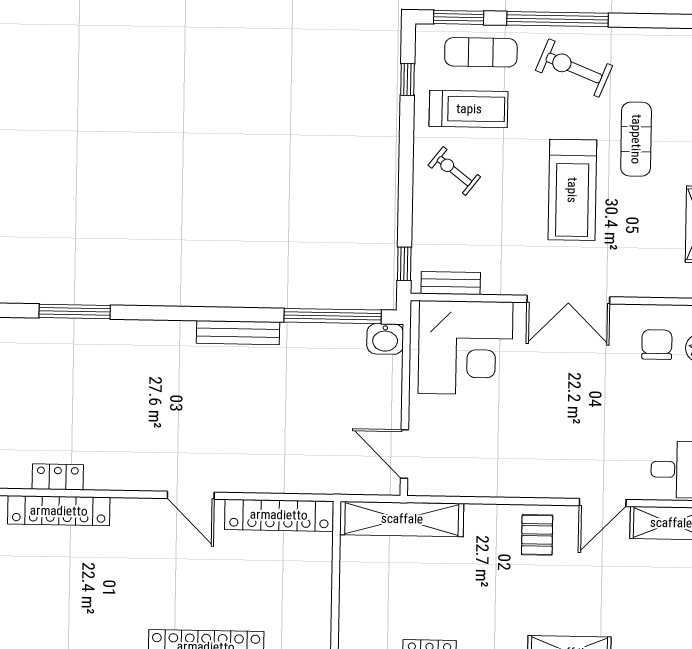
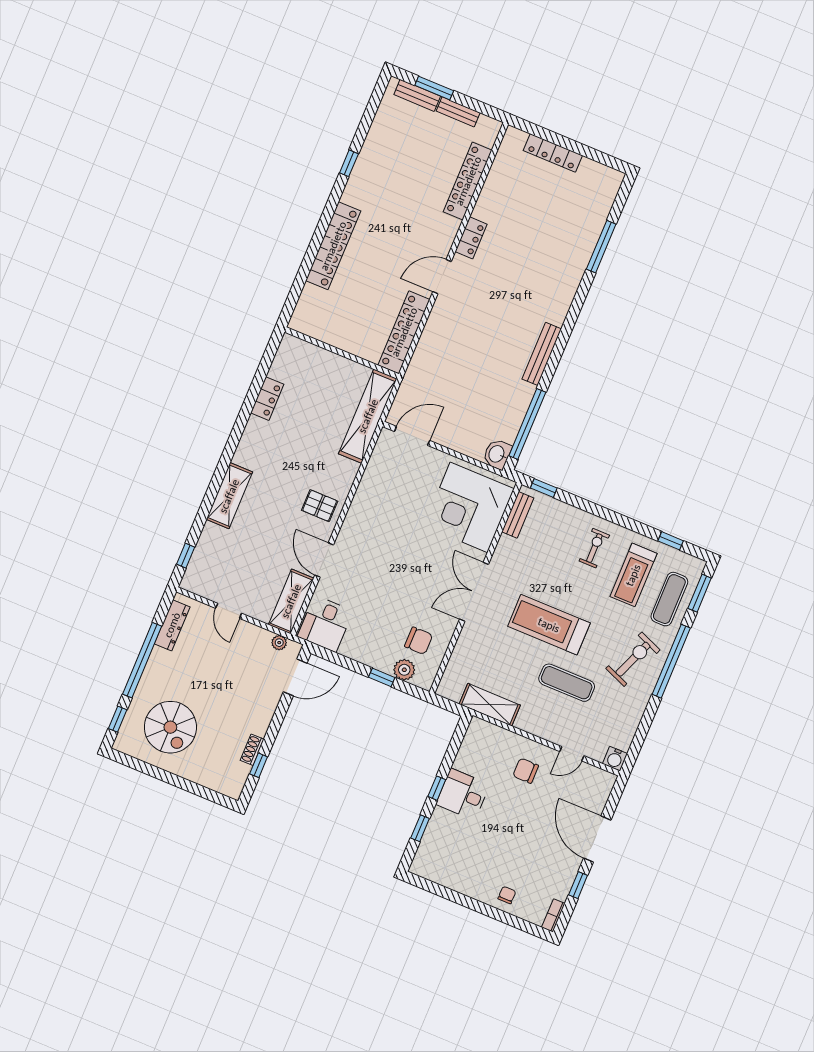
exercise bike: (454, 171) -> (594, 548), turned -38
locker: (58, 477) -> (471, 238), moved

